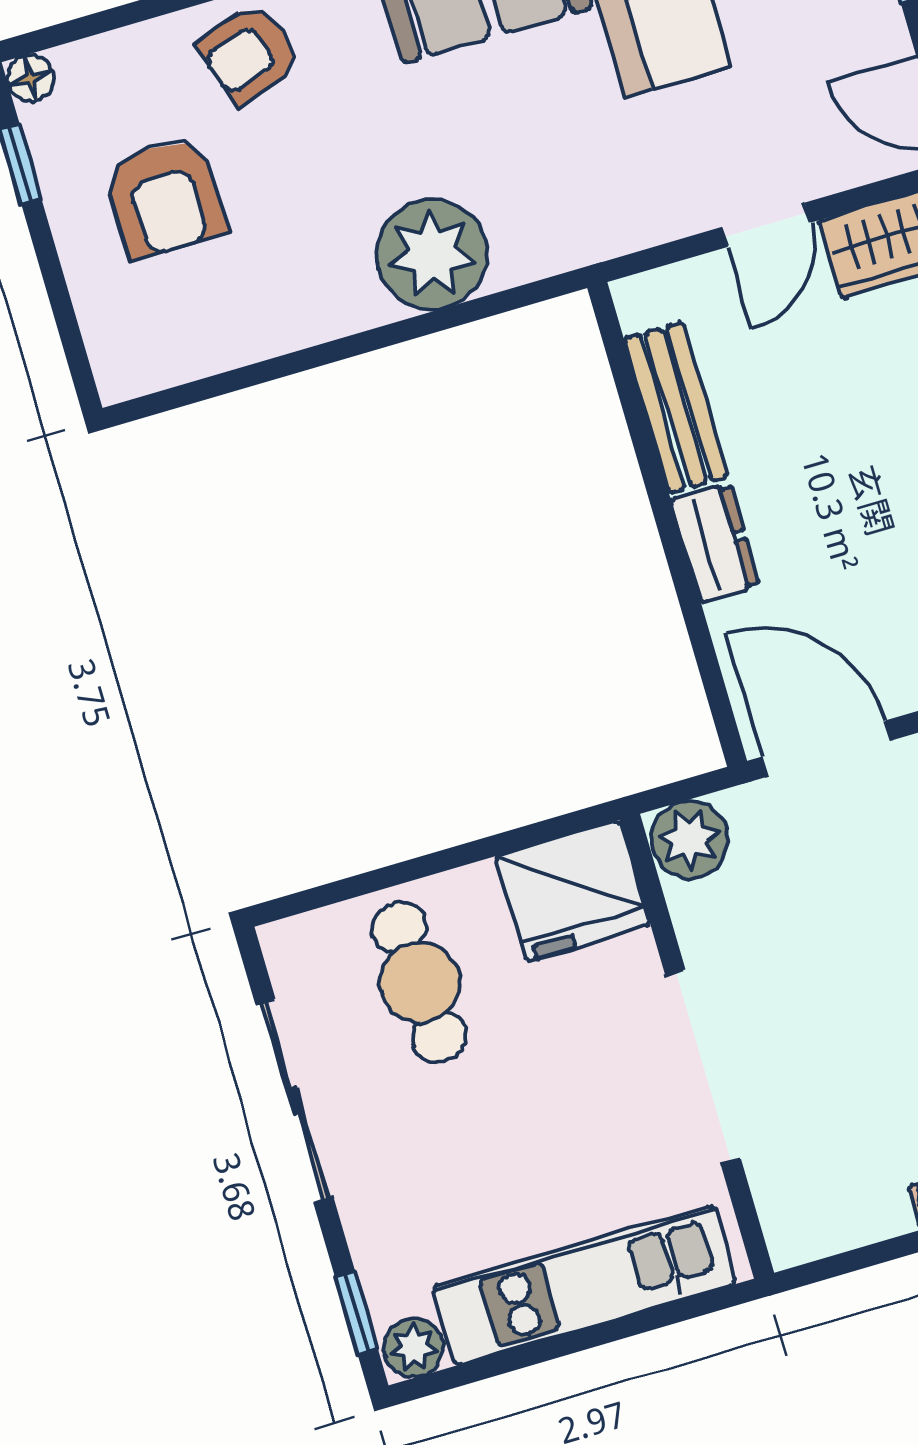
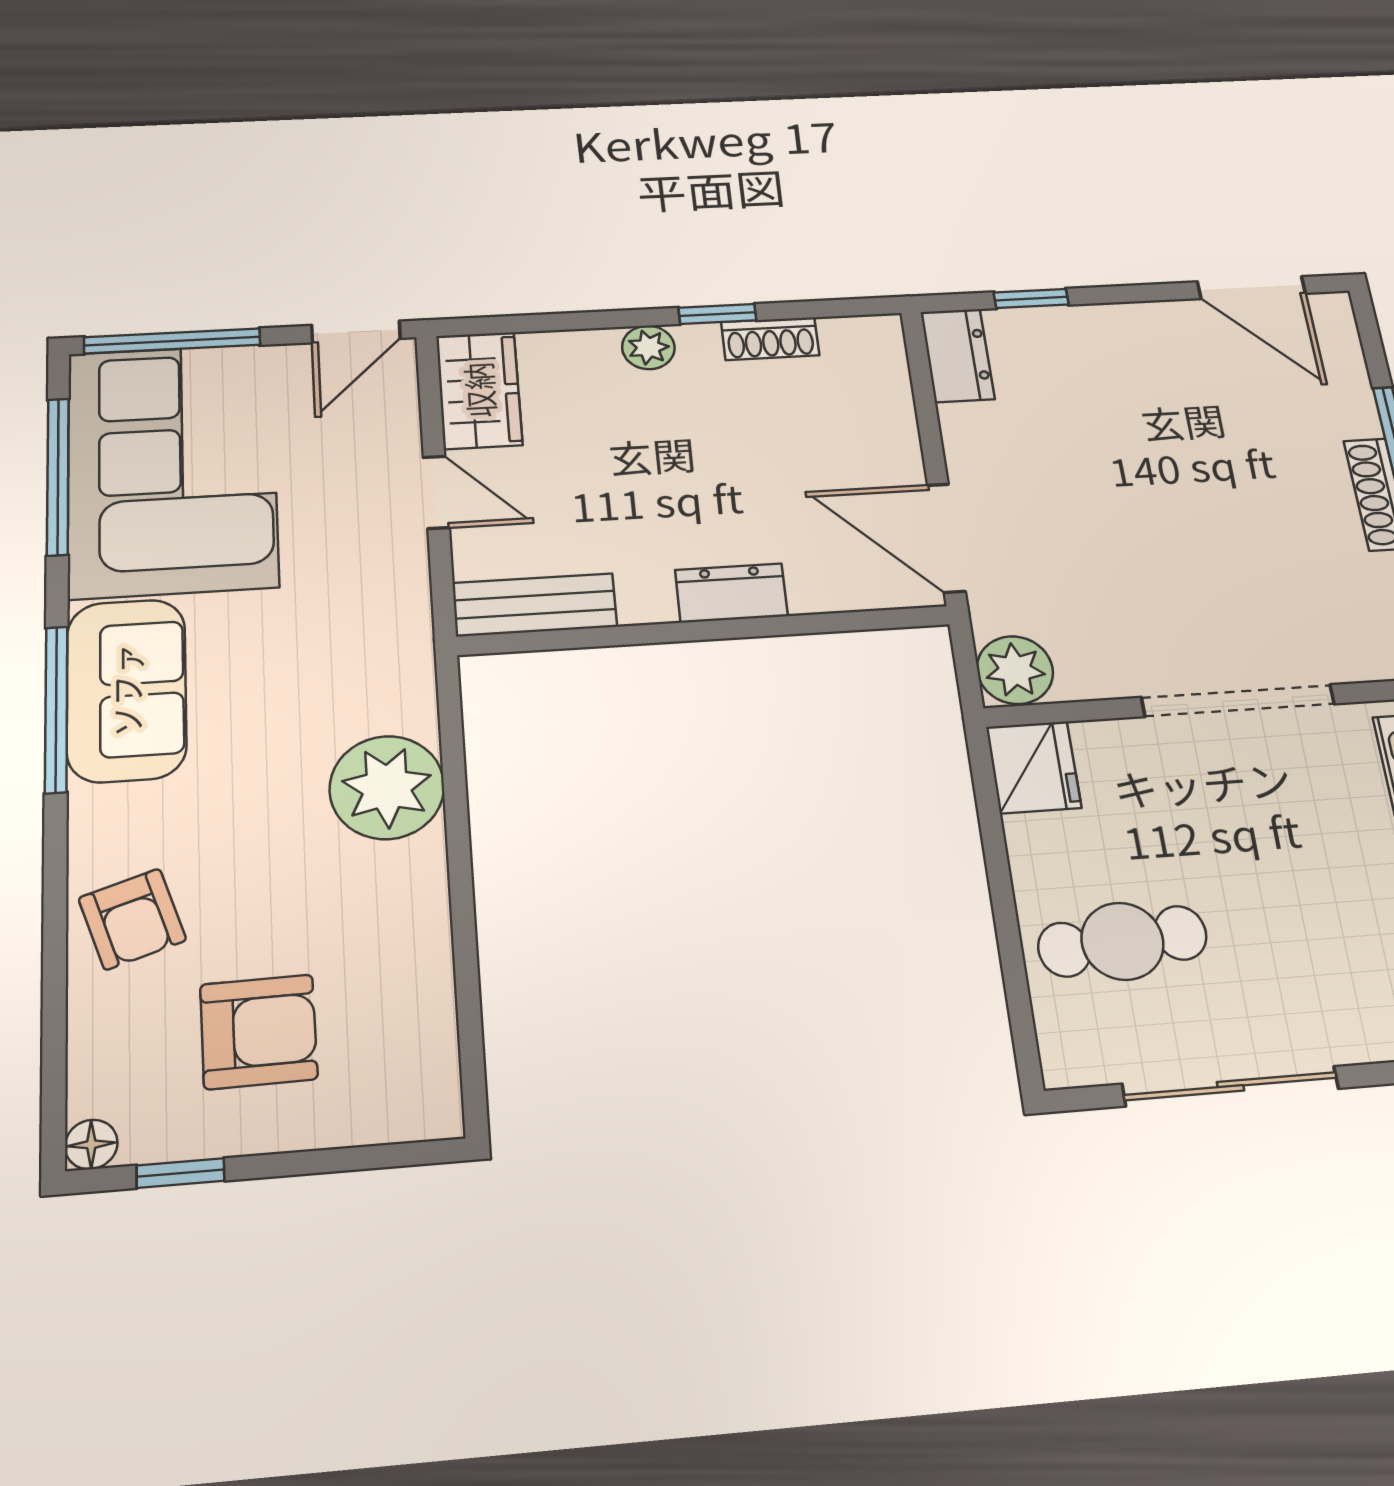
bench: (676, 408) -> (535, 605), moved
door: (827, 748) -> (946, 538), hinge flipped
fridge: (573, 891) -> (1034, 767), width x0.73, depth x0.75

